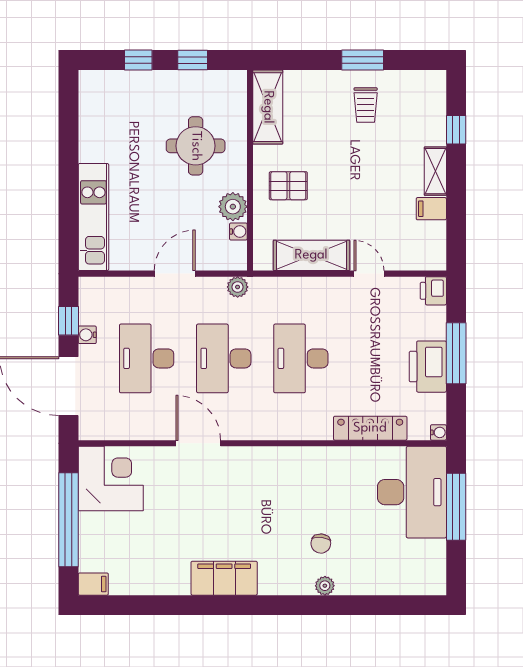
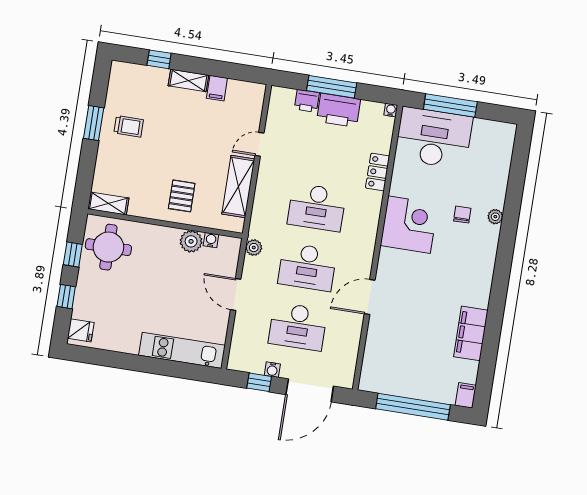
fridge: (98, 85) -> (81, 330), added
shelving: (268, 107) -> (108, 203), width x0.67, depth x0.75
round table: (196, 146) -> (108, 247), moved
printer: (433, 291) -> (307, 101), moved
locker: (370, 428) -> (378, 172), width x0.66
corner desk: (111, 479) -> (409, 225), moved, turned 90
chair: (321, 544) -> (462, 215), turned -97
filing cabinet: (224, 578) -> (471, 333), moved

